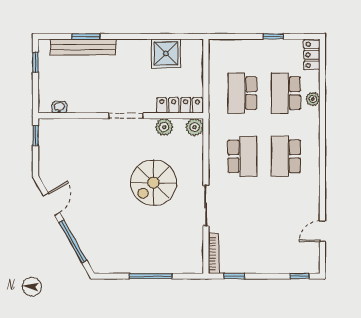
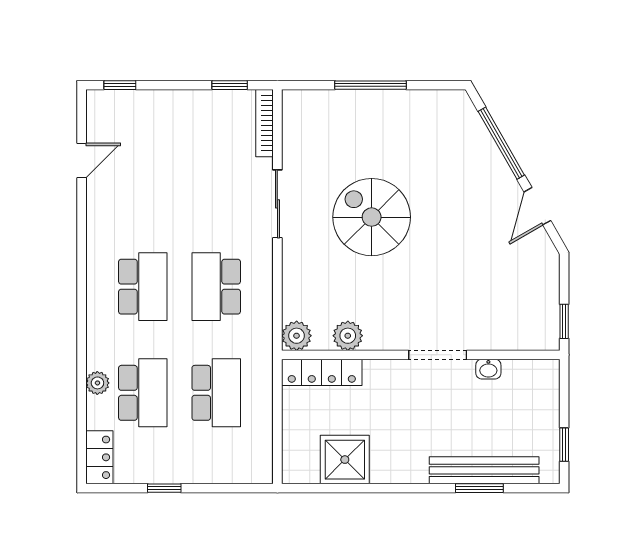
washbasin: (59, 107) -> (488, 369), moved
doorway: (126, 116) -> (438, 355), moved
spiral stairs: (153, 183) -> (372, 217), moved, turned -90

